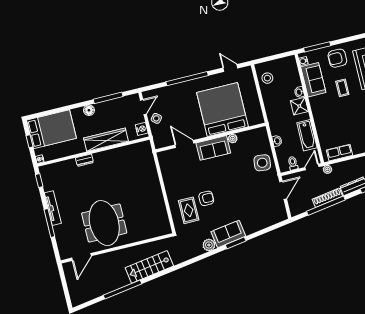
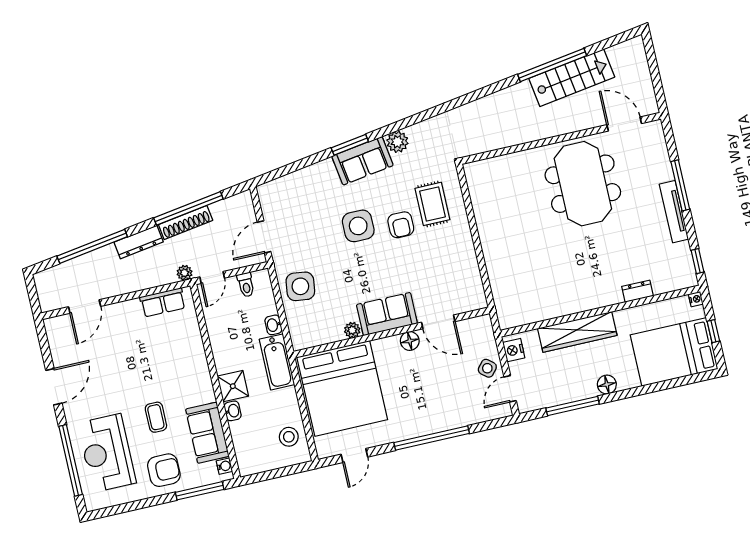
door: (230, 68) -> (354, 456), hinge flipped
bed: (222, 110) -> (342, 388), moved
floor lamp: (200, 133) -> (410, 341), added
bathtub: (307, 135) -> (277, 362), moved, turned 180
dresser: (84, 160) -> (638, 291), moved
side table: (230, 197) -> (358, 226), added
armchair: (206, 198) -> (401, 225), turned -90
door: (82, 257) -> (624, 124), hinge flipped
stairs: (149, 267) -> (572, 78), moved

